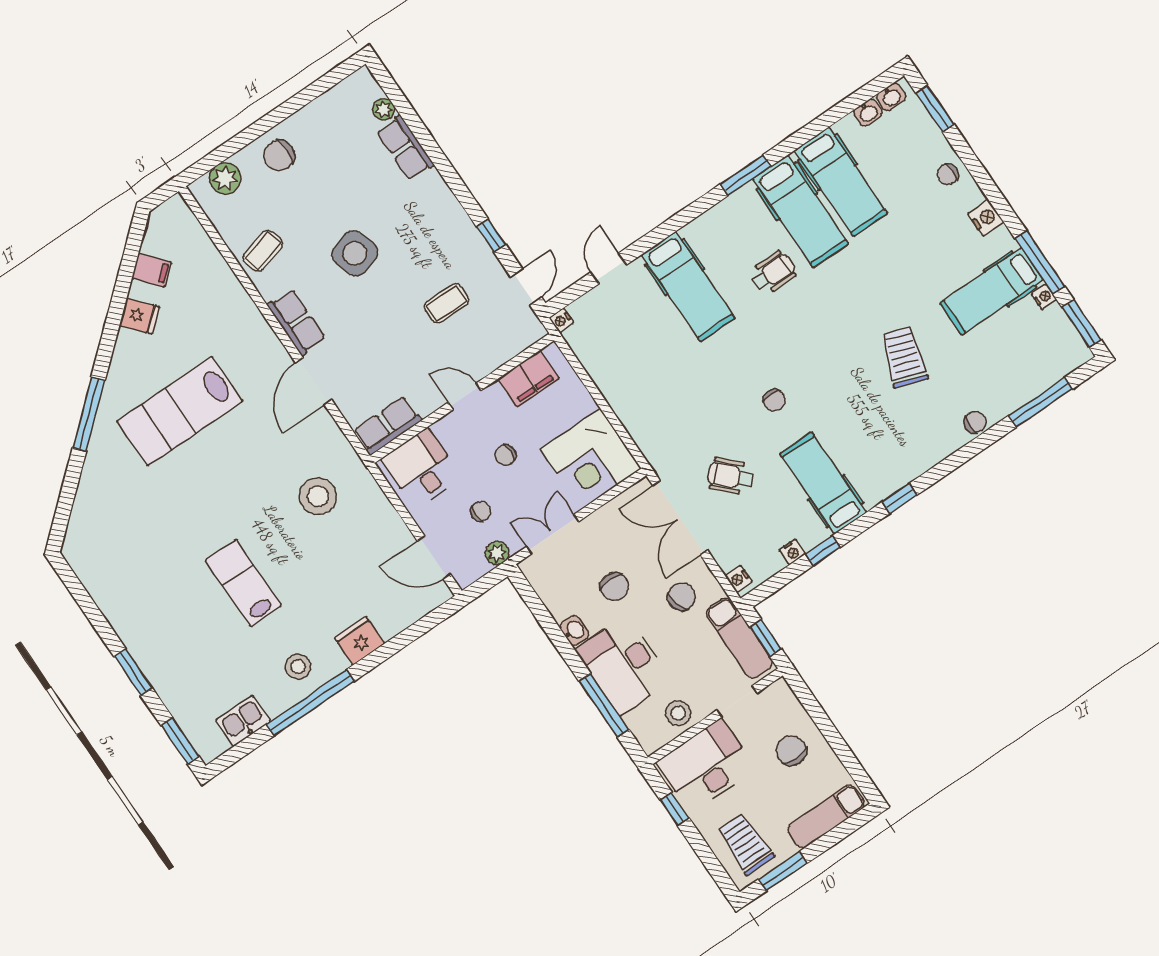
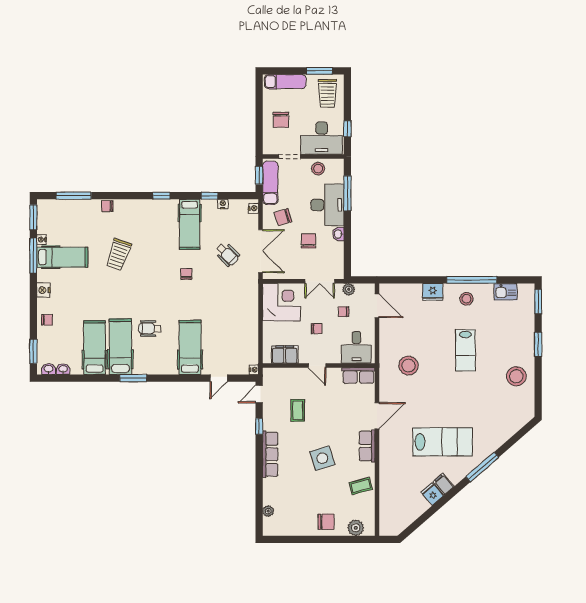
row of seats: (405, 148) -> (270, 454), moved, width x1.48
filing cabinet: (152, 270) -> (444, 484), moved
coffee table: (447, 303) -> (298, 410), turned 90
stool: (133, 597) -> (516, 376), added

